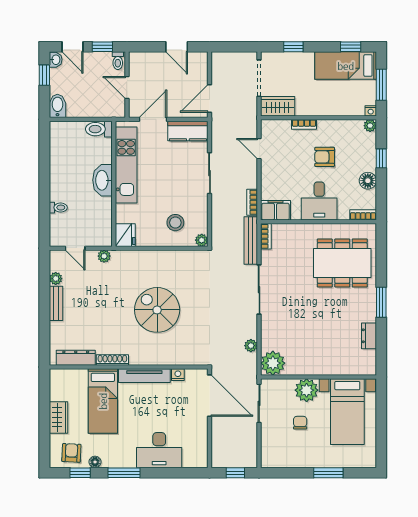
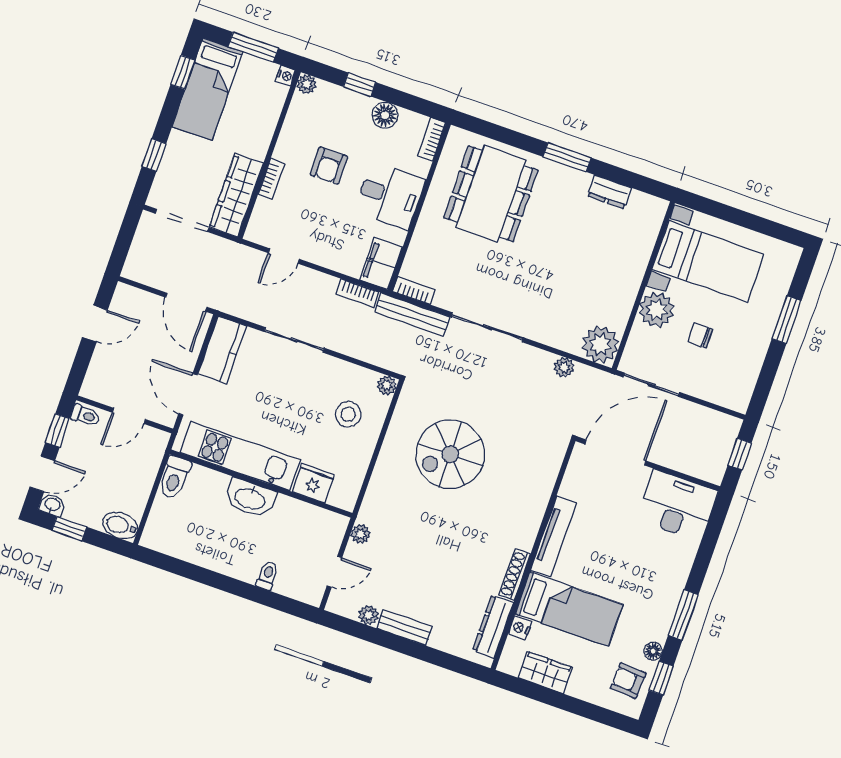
wardrobe: (278, 106) -> (236, 195), width x1.50
fridge: (125, 235) -> (313, 483), moved
spiral stairs: (157, 310) -> (450, 454), moved
nightstand: (178, 375) -> (520, 628), moved
wardrobe: (59, 417) -> (545, 673), moved
desk: (159, 450) -> (677, 505), moved, turned -90

